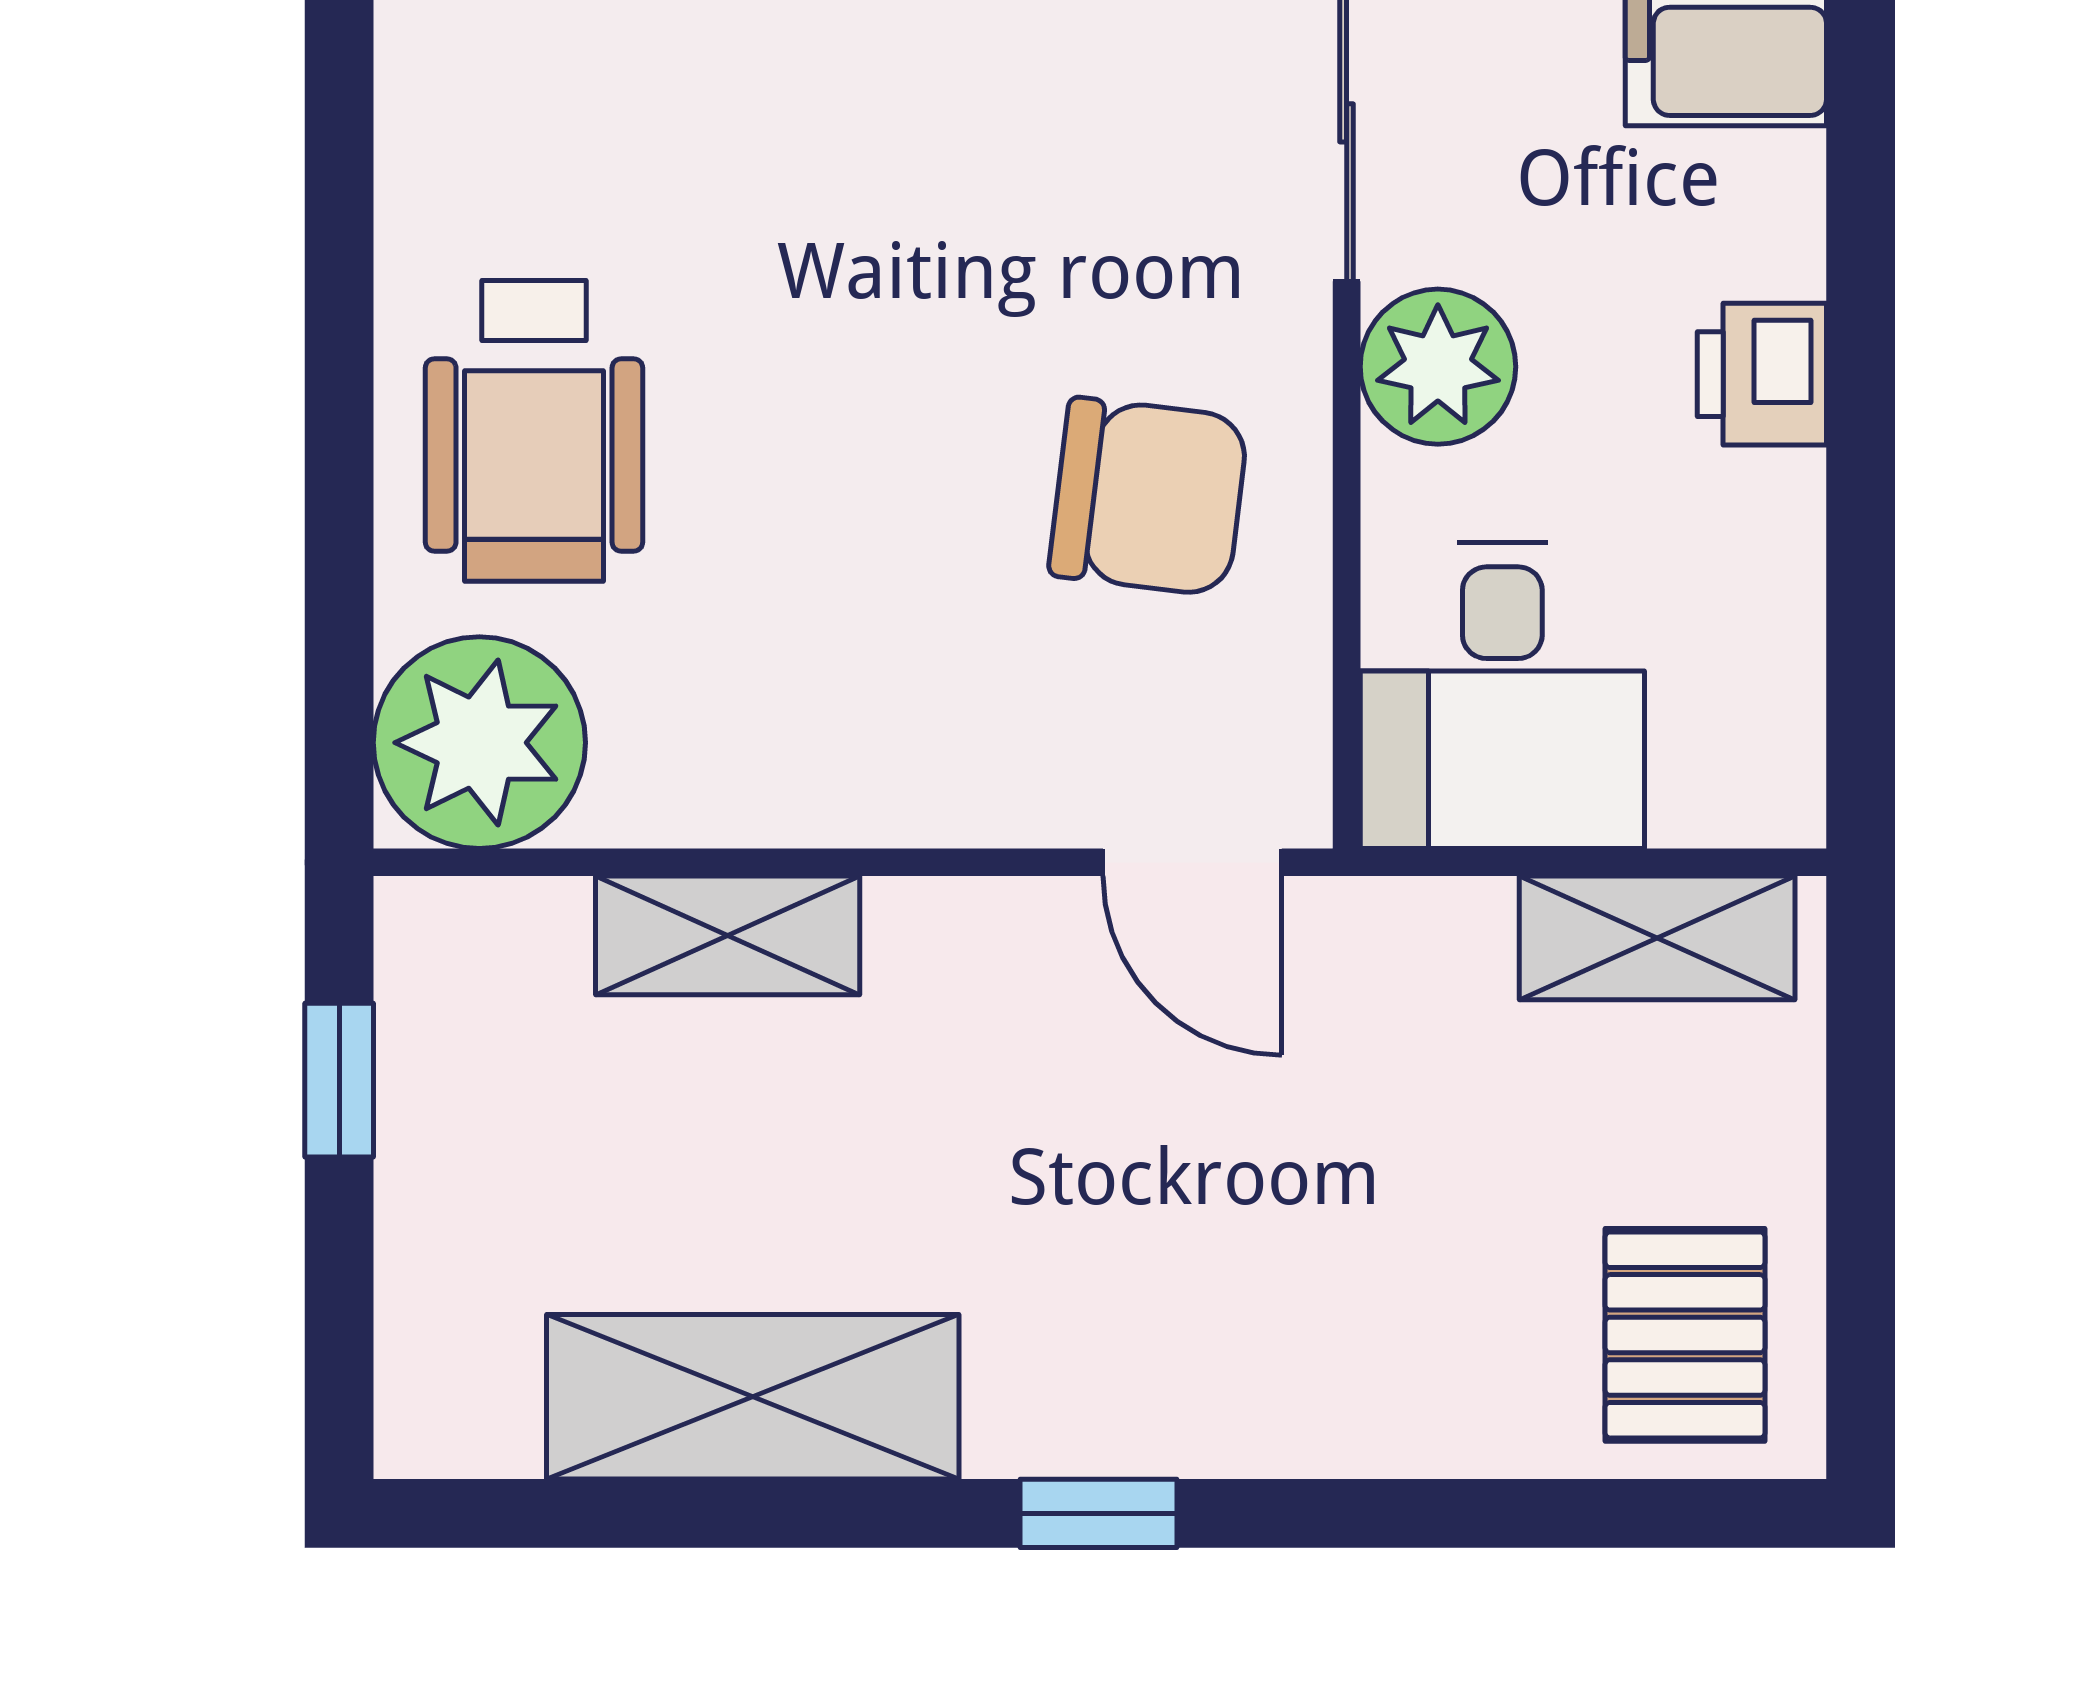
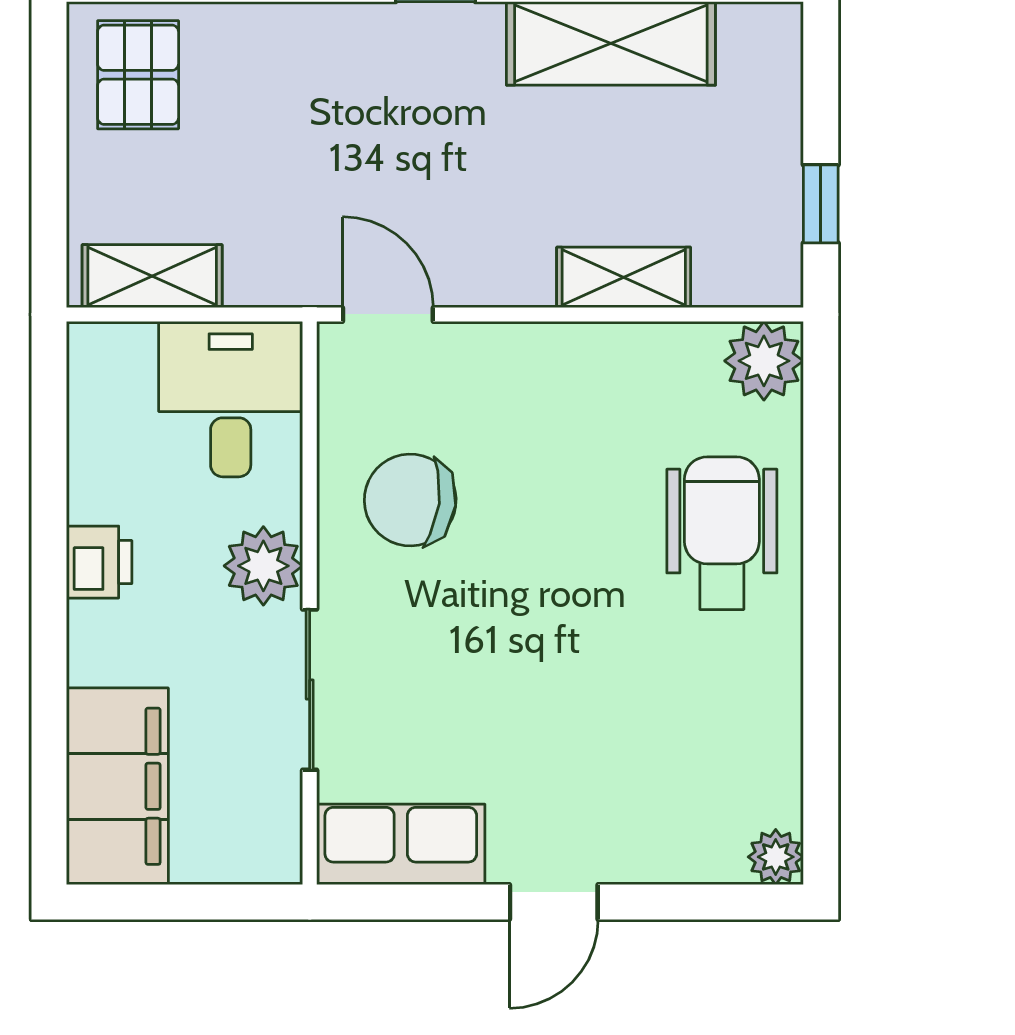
plant: (479, 743) -> (764, 361), width x0.73, depth x0.73

